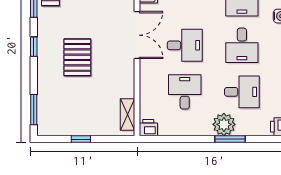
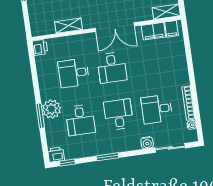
desk: (242, 45) -> (119, 115), turned 90
desk: (185, 92) -> (74, 73), turned 180
shelving: (127, 115) -> (69, 26), moved

